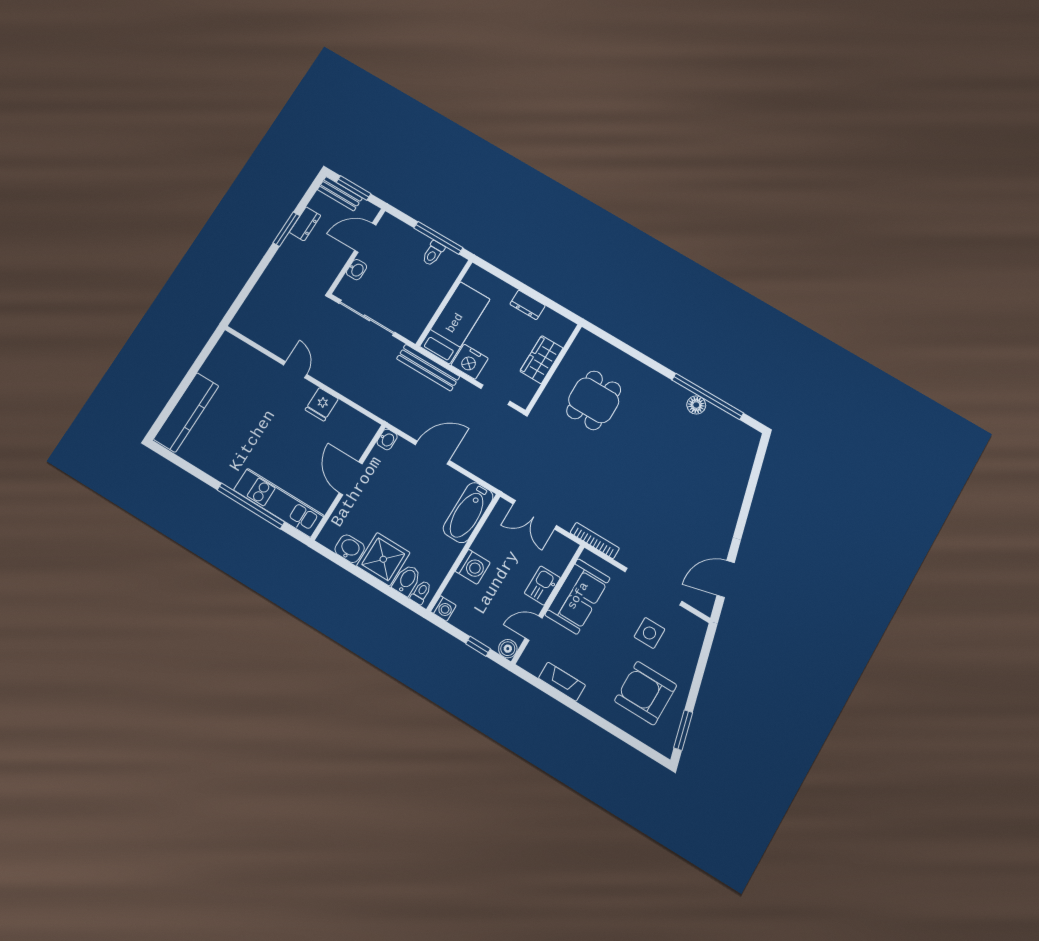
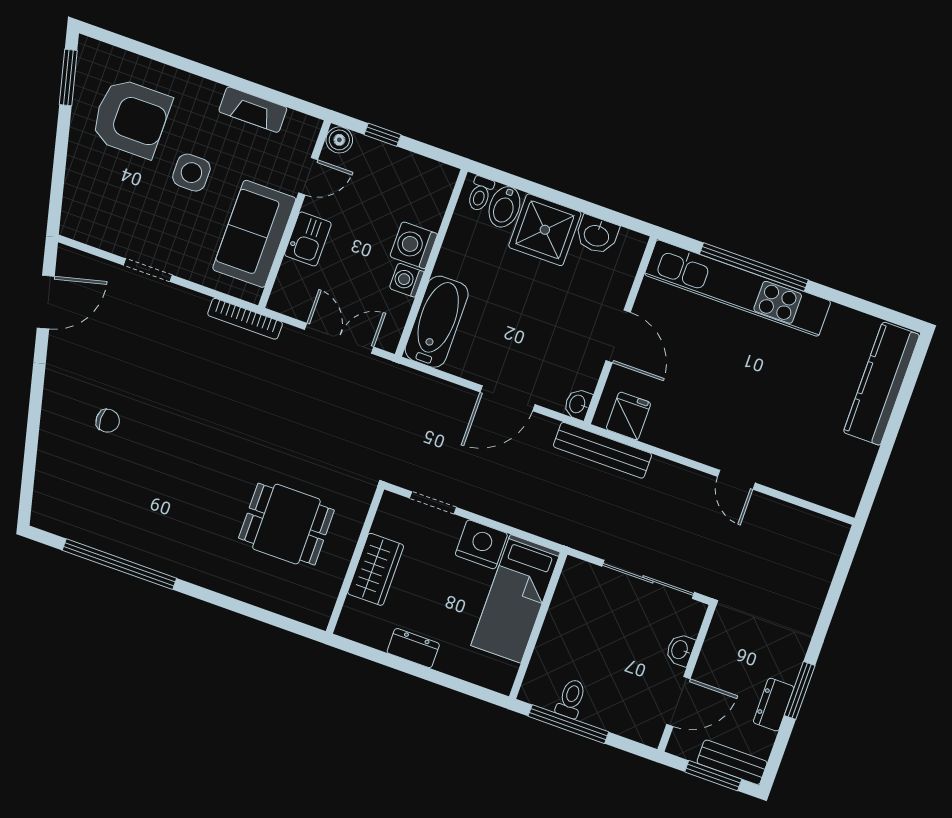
bench: (428, 368) -> (603, 450), moved
dining table: (594, 400) -> (286, 524), turned 90
fridge: (322, 404) -> (628, 416), moved
floor lamp: (696, 405) -> (134, 548), removed
chair: (698, 491) -> (108, 421), added
kitchen unit: (279, 503) -> (738, 288), width x1.36
doorway: (653, 587) -> (148, 270), width x0.53
washing machine: (443, 609) -> (407, 280), moved
side table: (649, 633) -> (191, 173), moved

